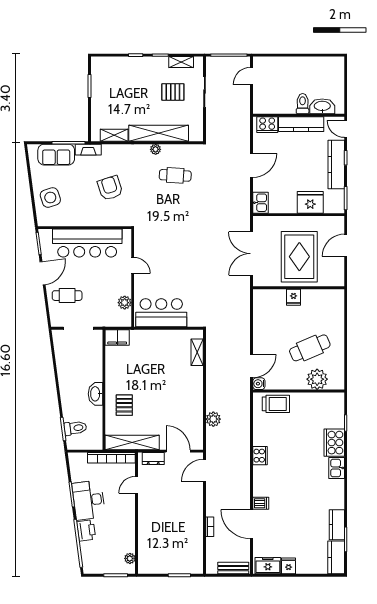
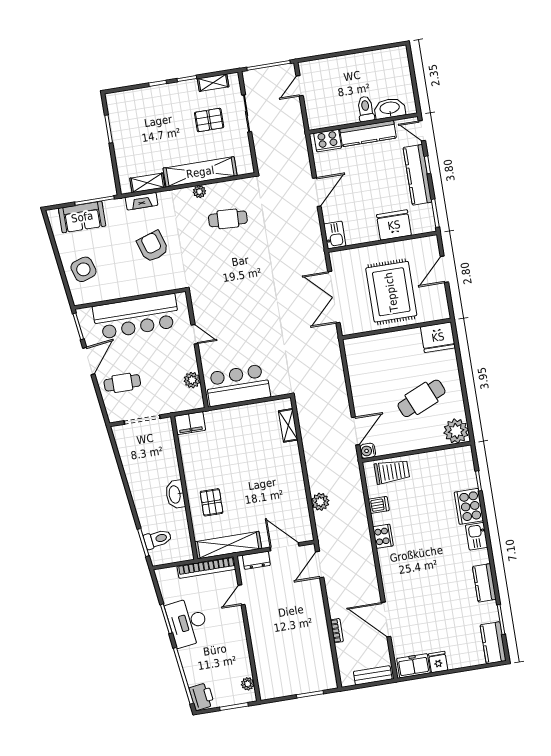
fireplace: (88, 150) -> (142, 201), moved
fridge: (293, 297) -> (438, 337), moved, width x1.88, depth x1.34
plant: (317, 379) -> (456, 431), moved
dishwasher: (261, 503) -> (379, 505), moved
kitchen counter: (337, 525) -> (484, 583), moved
printer: (86, 530) -> (202, 697), moved

